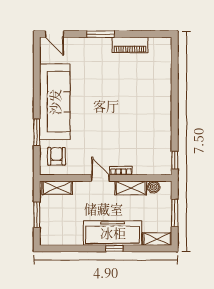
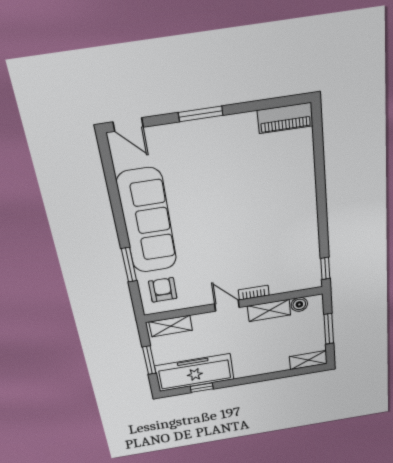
piano: (130, 45) -> (285, 118), moved
freezer: (113, 233) -> (195, 373), moved
window: (114, 248) -> (202, 388), moved

